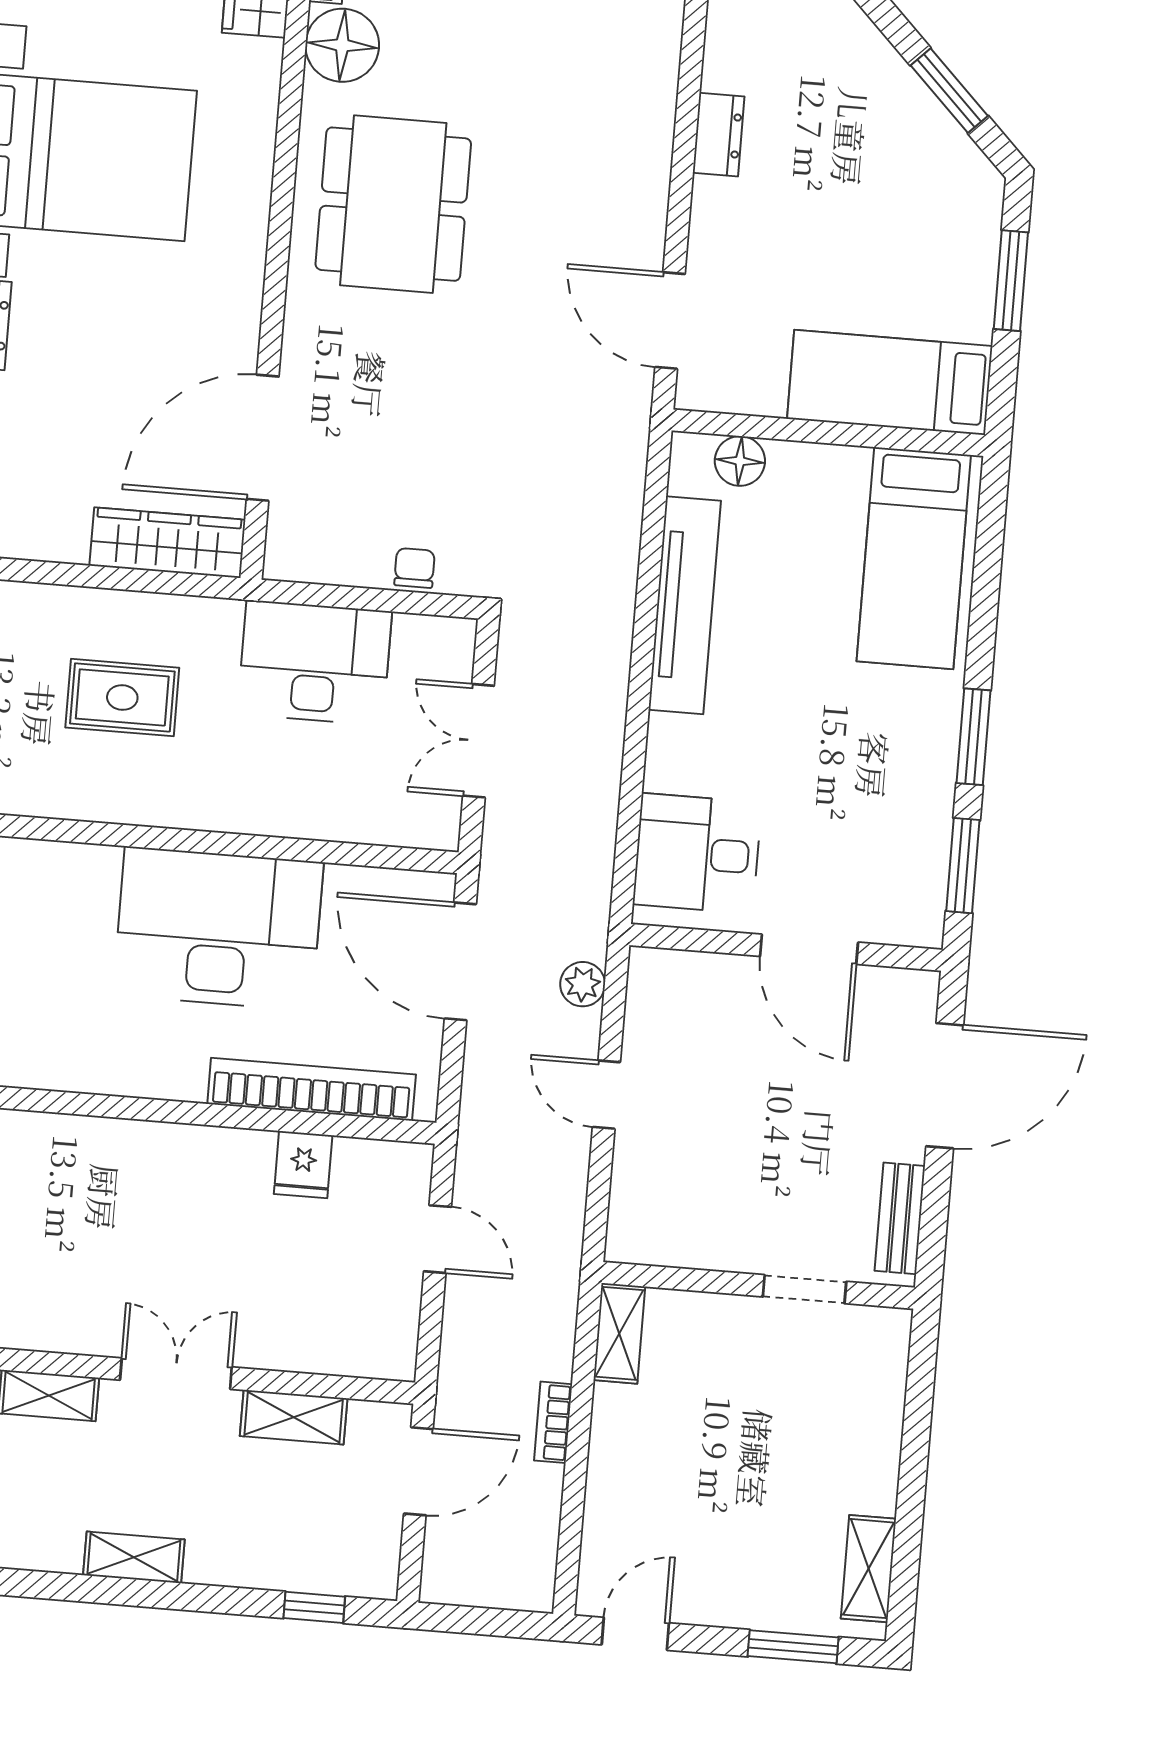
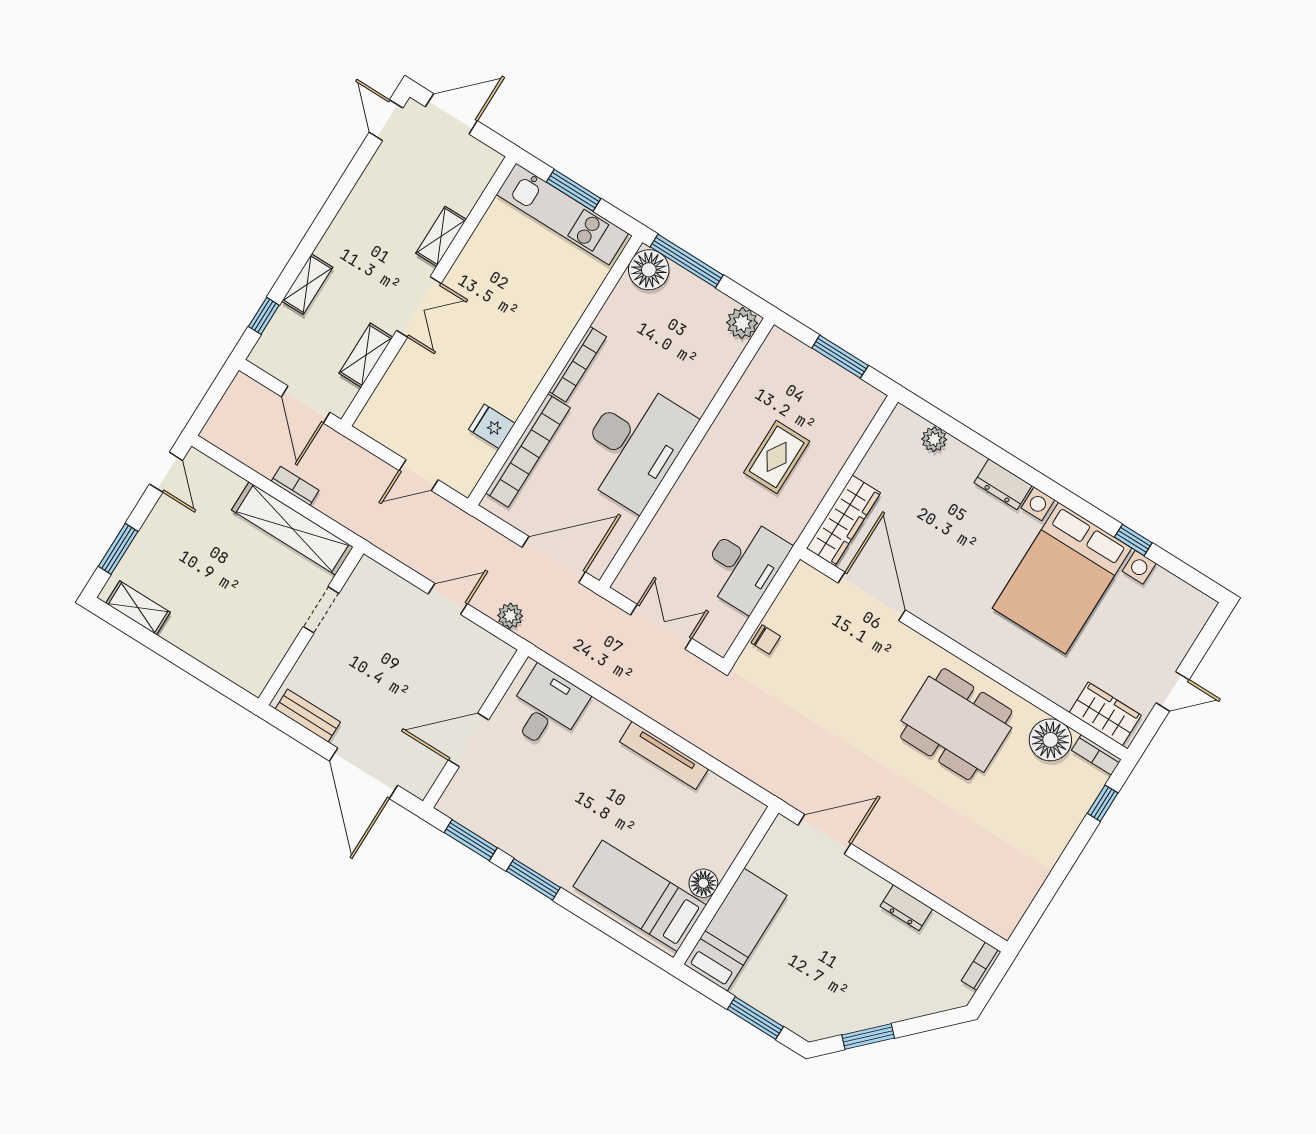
floor lamp: (740, 461) -> (703, 883), moved
tv unit: (685, 605) -> (664, 755), width x0.73, depth x0.78
bookcase: (137, 1081) -> (578, 364), added
doorway: (805, 1289) -> (321, 610), moved
shelving: (619, 1333) -> (292, 529), width x2.20, depth x1.33
shelving: (134, 1557) -> (307, 284), moved

